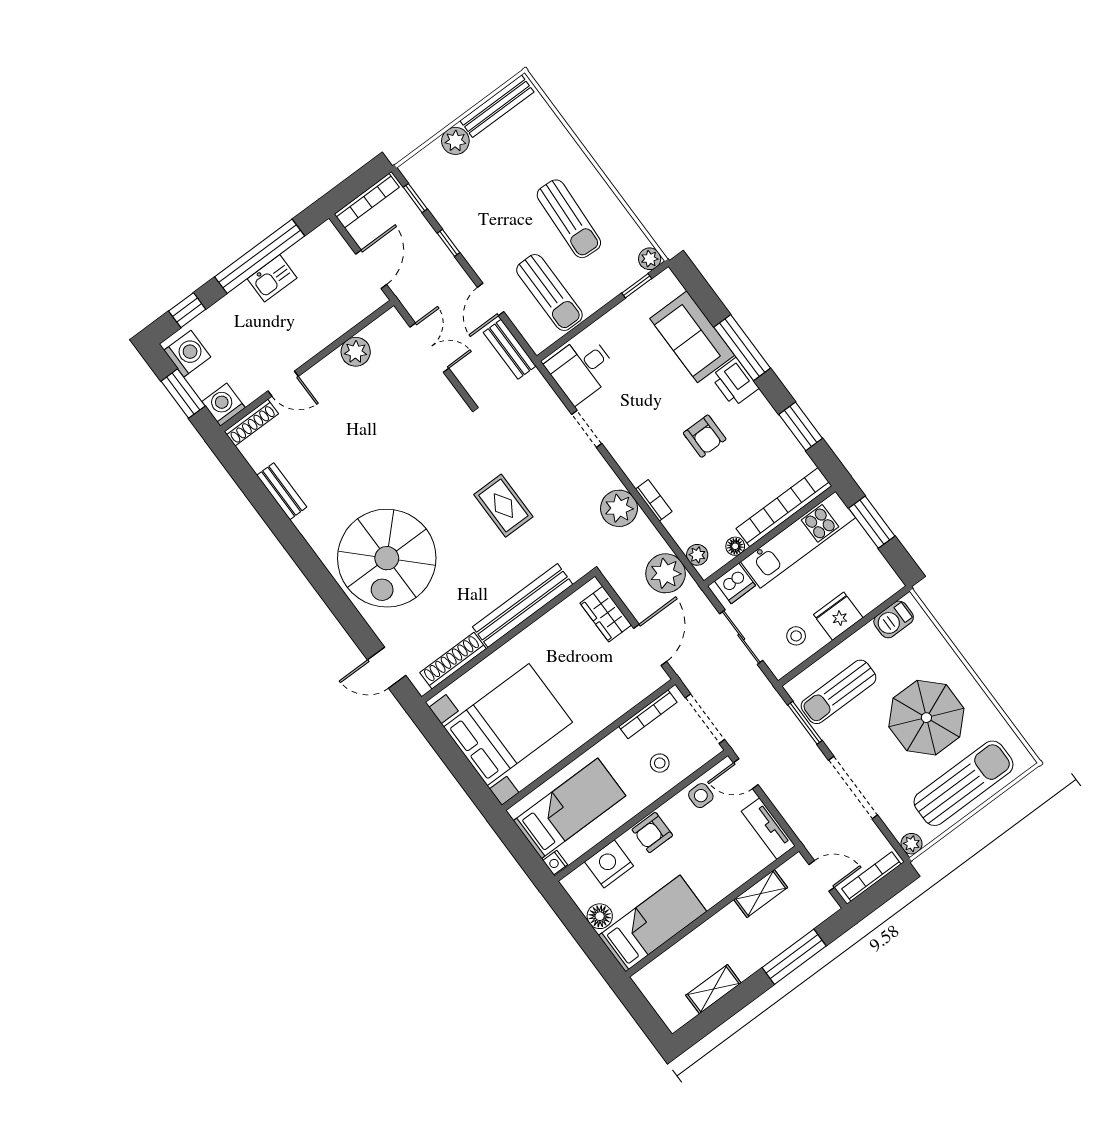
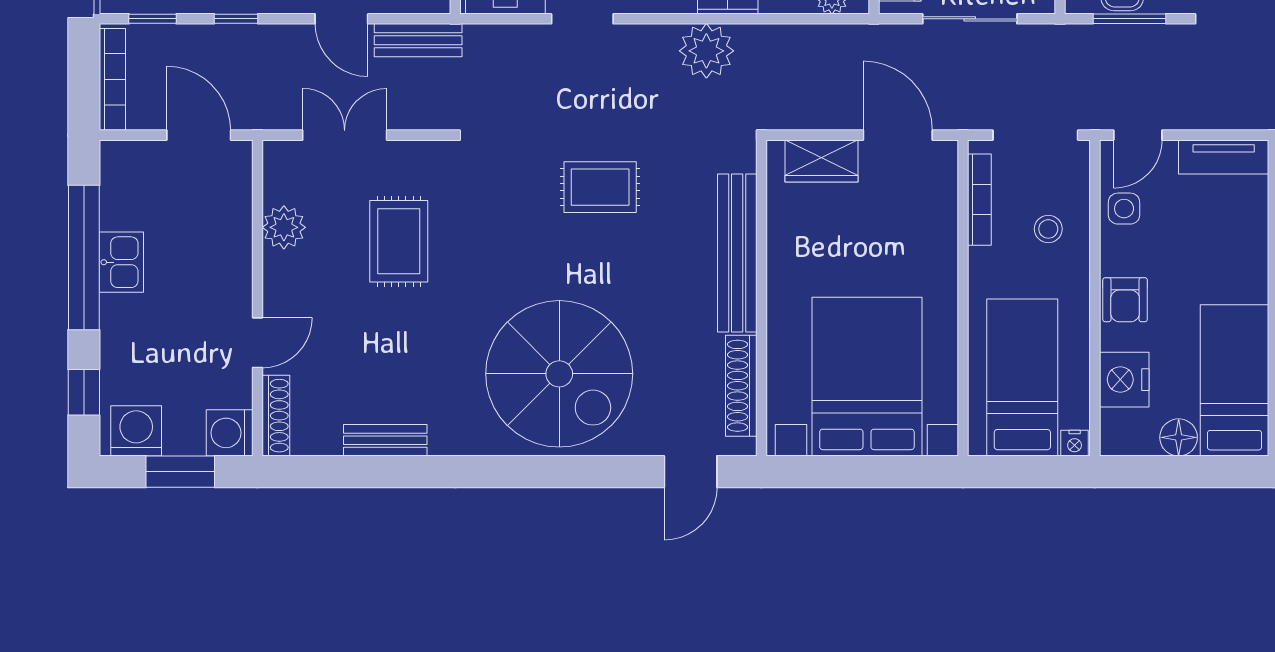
rug: (394, 419) -> (399, 241), added
plant: (666, 573) -> (826, 53), removed

